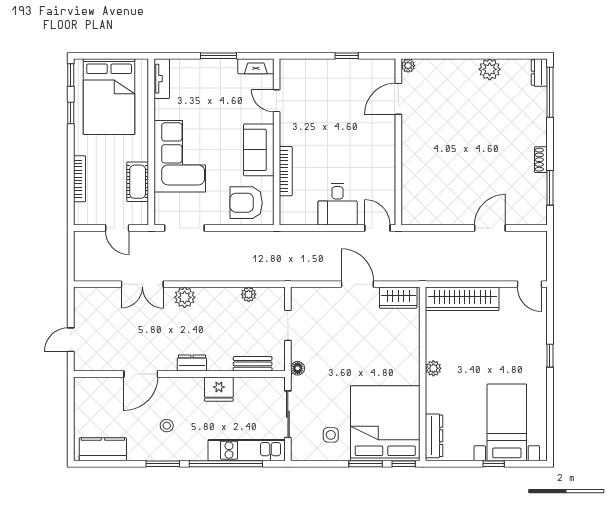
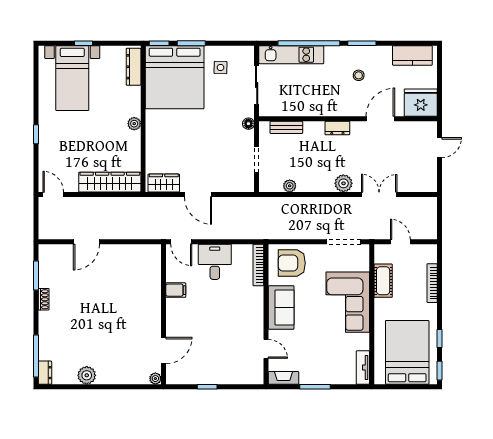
bookcase: (286, 171) -> (258, 265), moved
filing cabinet: (384, 171) -> (176, 290), added
armchair: (246, 203) -> (292, 263), turned 180
fridge: (219, 389) -> (421, 103), moved, width x1.36, depth x1.34

